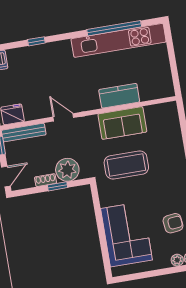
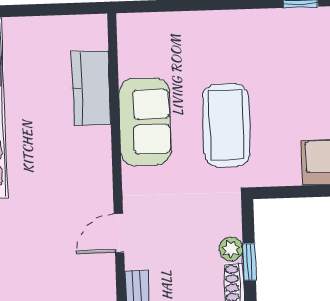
kitchen counter: (119, 96) -> (91, 88), moved
plant: (67, 170) -> (231, 249), width x0.53, depth x0.53

